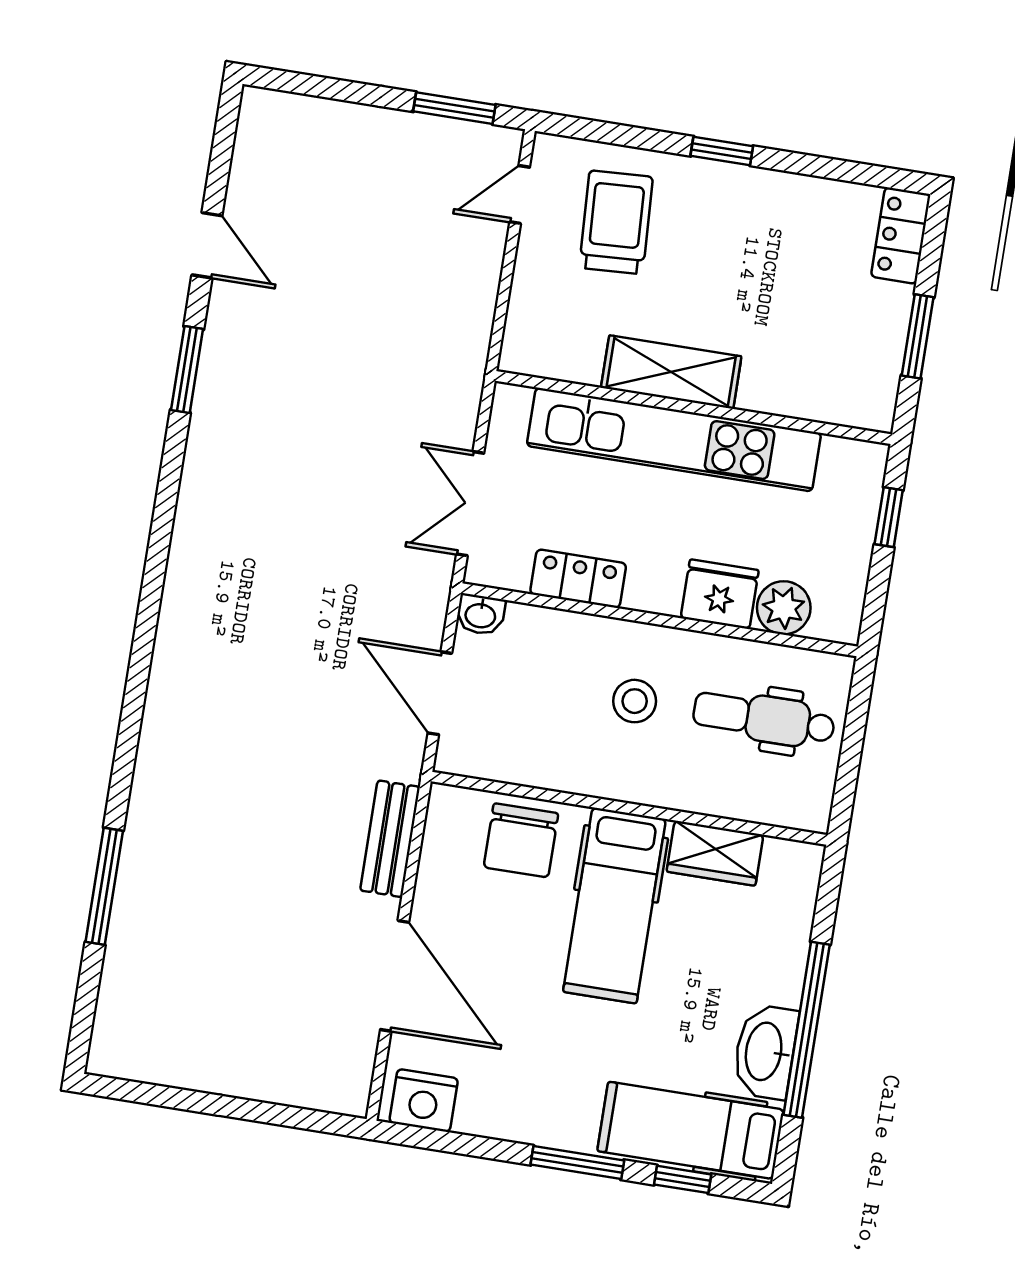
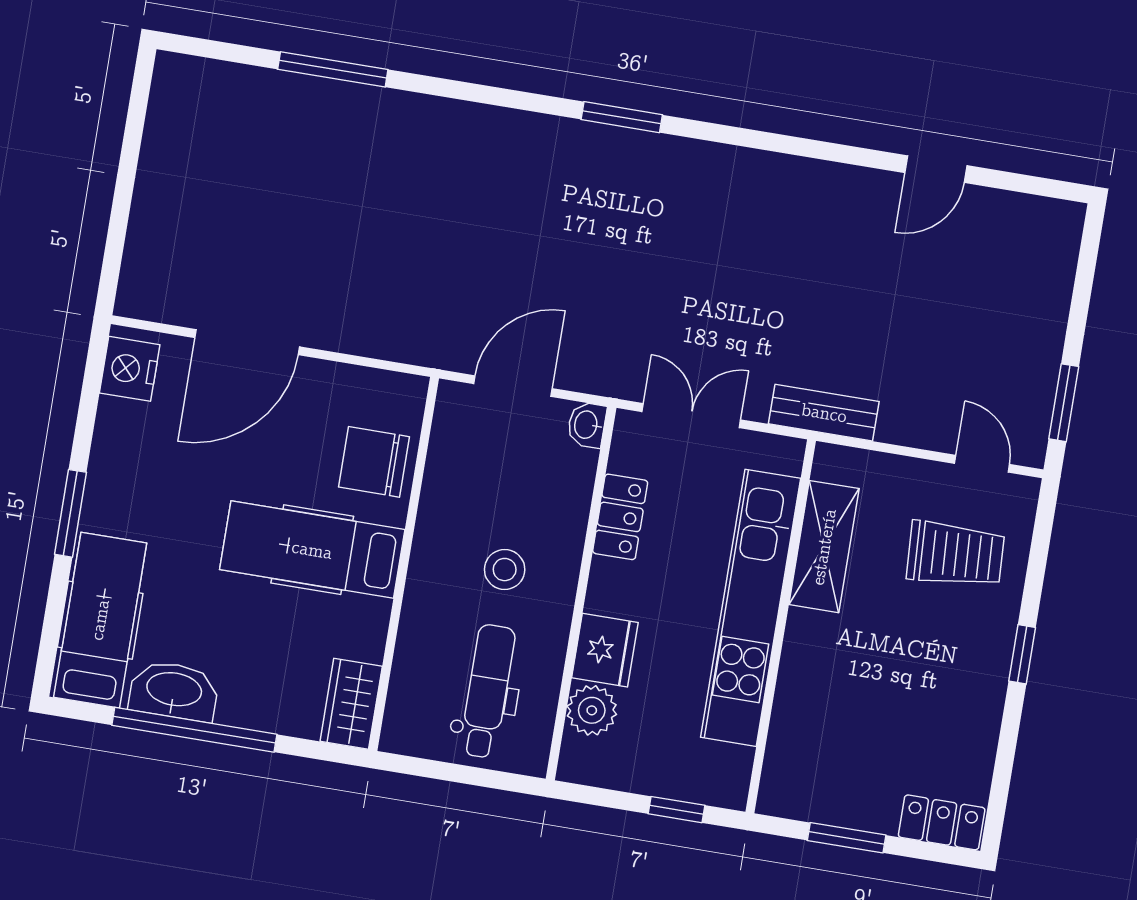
window: (187, 369) -> (622, 117), moved
shelving: (671, 372) -> (824, 547), moved
bench: (390, 839) -> (824, 413), moved
wardrobe: (715, 853) -> (351, 704), moved
window: (683, 1179) -> (54, 612), removed

